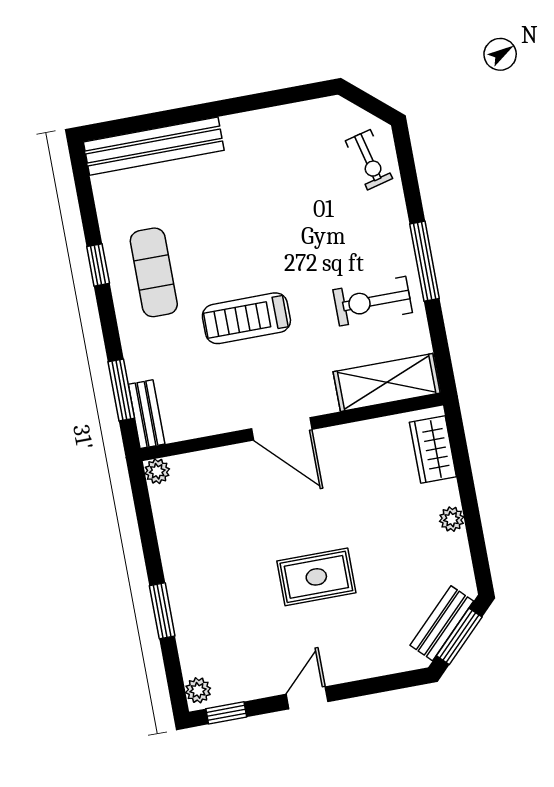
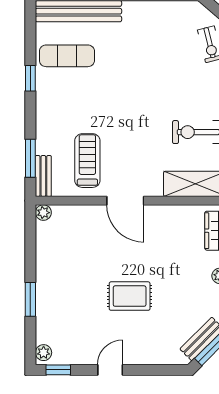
exercise mat: (154, 272) -> (67, 56), moved, turned 90
treadmill: (246, 318) -> (87, 161), moved, turned 90

